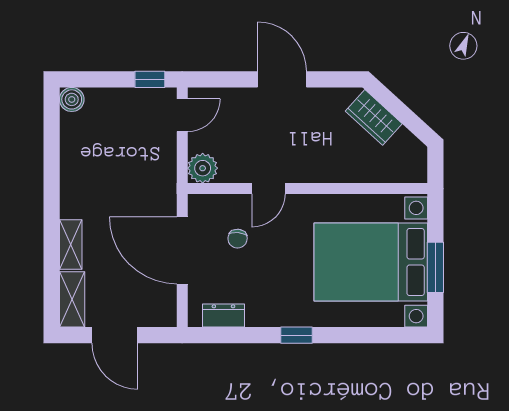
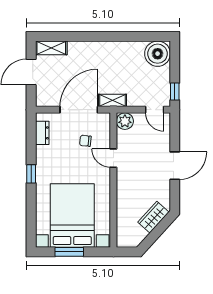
boiler: (72, 99) -> (158, 54), width x1.86, depth x1.86
shelving: (71, 245) -> (112, 100), moved

